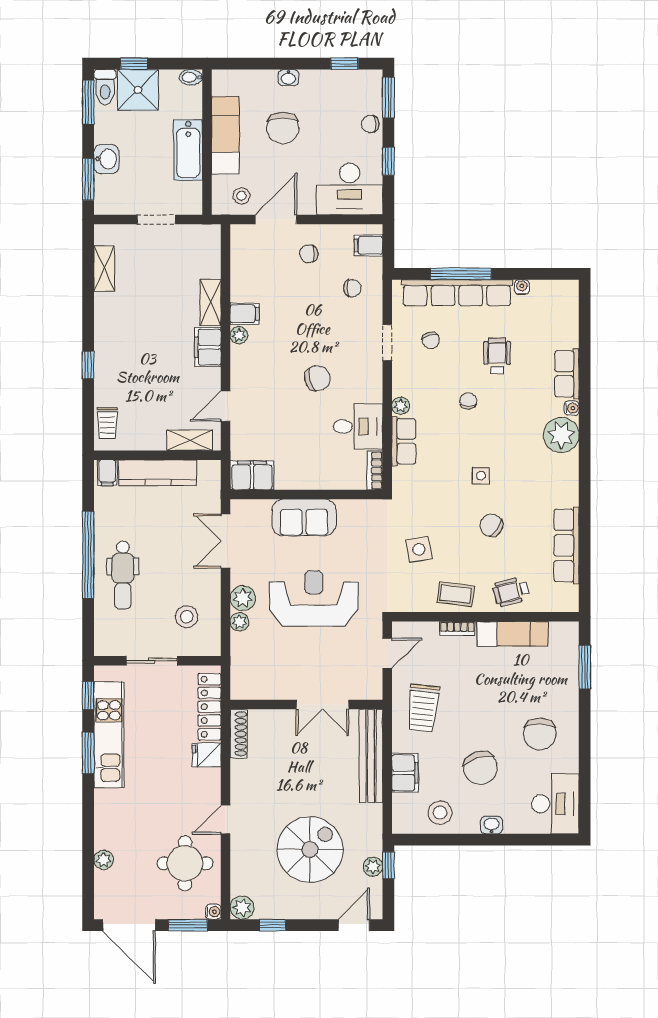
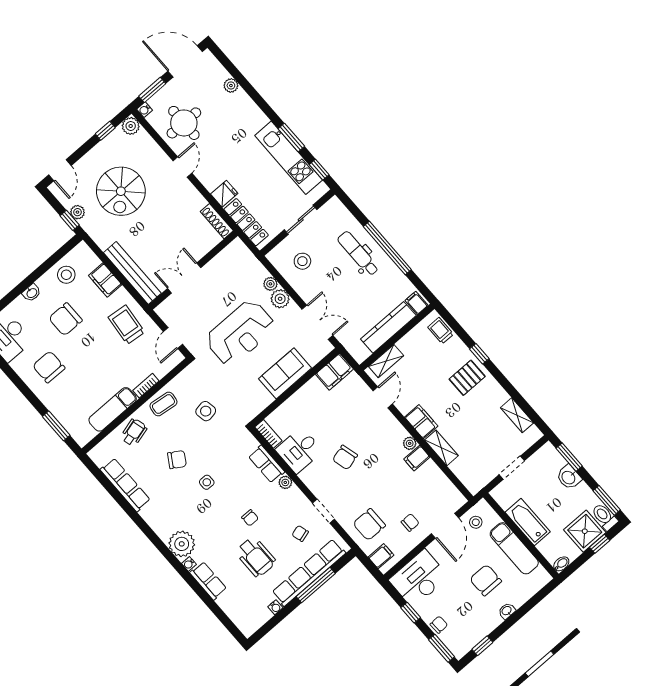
chair: (352, 288) -> (369, 525), width x1.87, depth x1.87
pallet: (122, 351) -> (467, 378), added
wheelchair: (497, 356) -> (256, 557), width x1.36, depth x1.37
chair: (480, 768) -> (65, 319), turned -72

